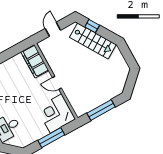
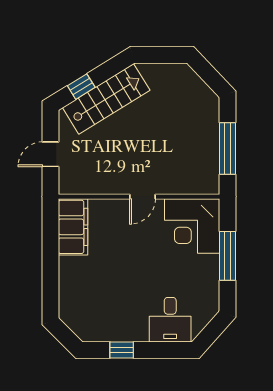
door: (53, 29) -> (51, 154), hinge flipped
filing cabinet: (35, 61) -> (73, 227), moved, turned -90

